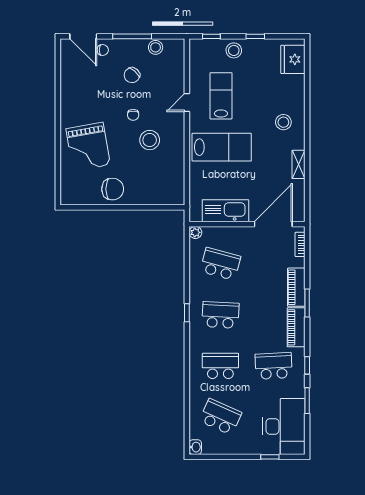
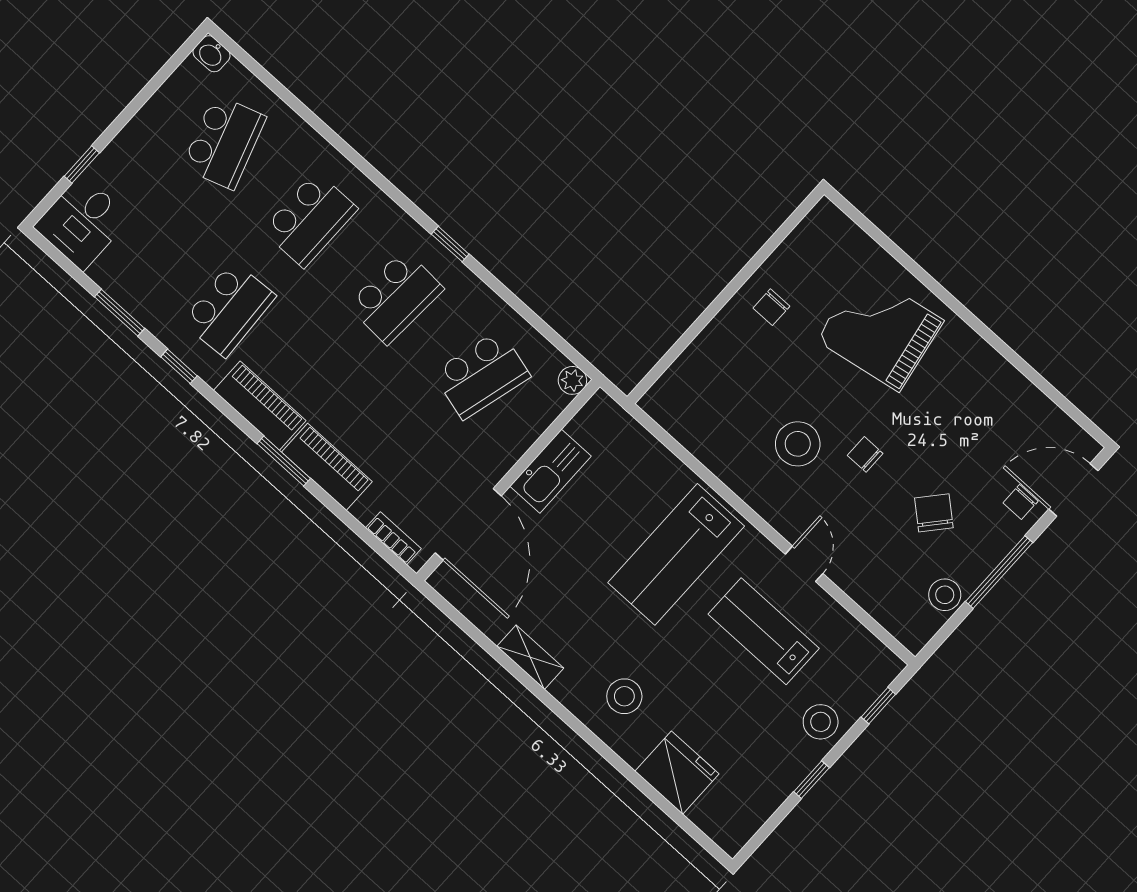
fridge: (293, 59) -> (677, 773), moved
lab bench: (221, 96) -> (764, 631), turned 180
chair: (113, 189) -> (771, 307), width x0.54, depth x0.54
kitchen sink: (225, 211) -> (551, 471), width x0.73, depth x0.81
school desk: (220, 417) -> (224, 142), turned -42
desk: (284, 426) -> (82, 222), width x0.53, depth x0.77

